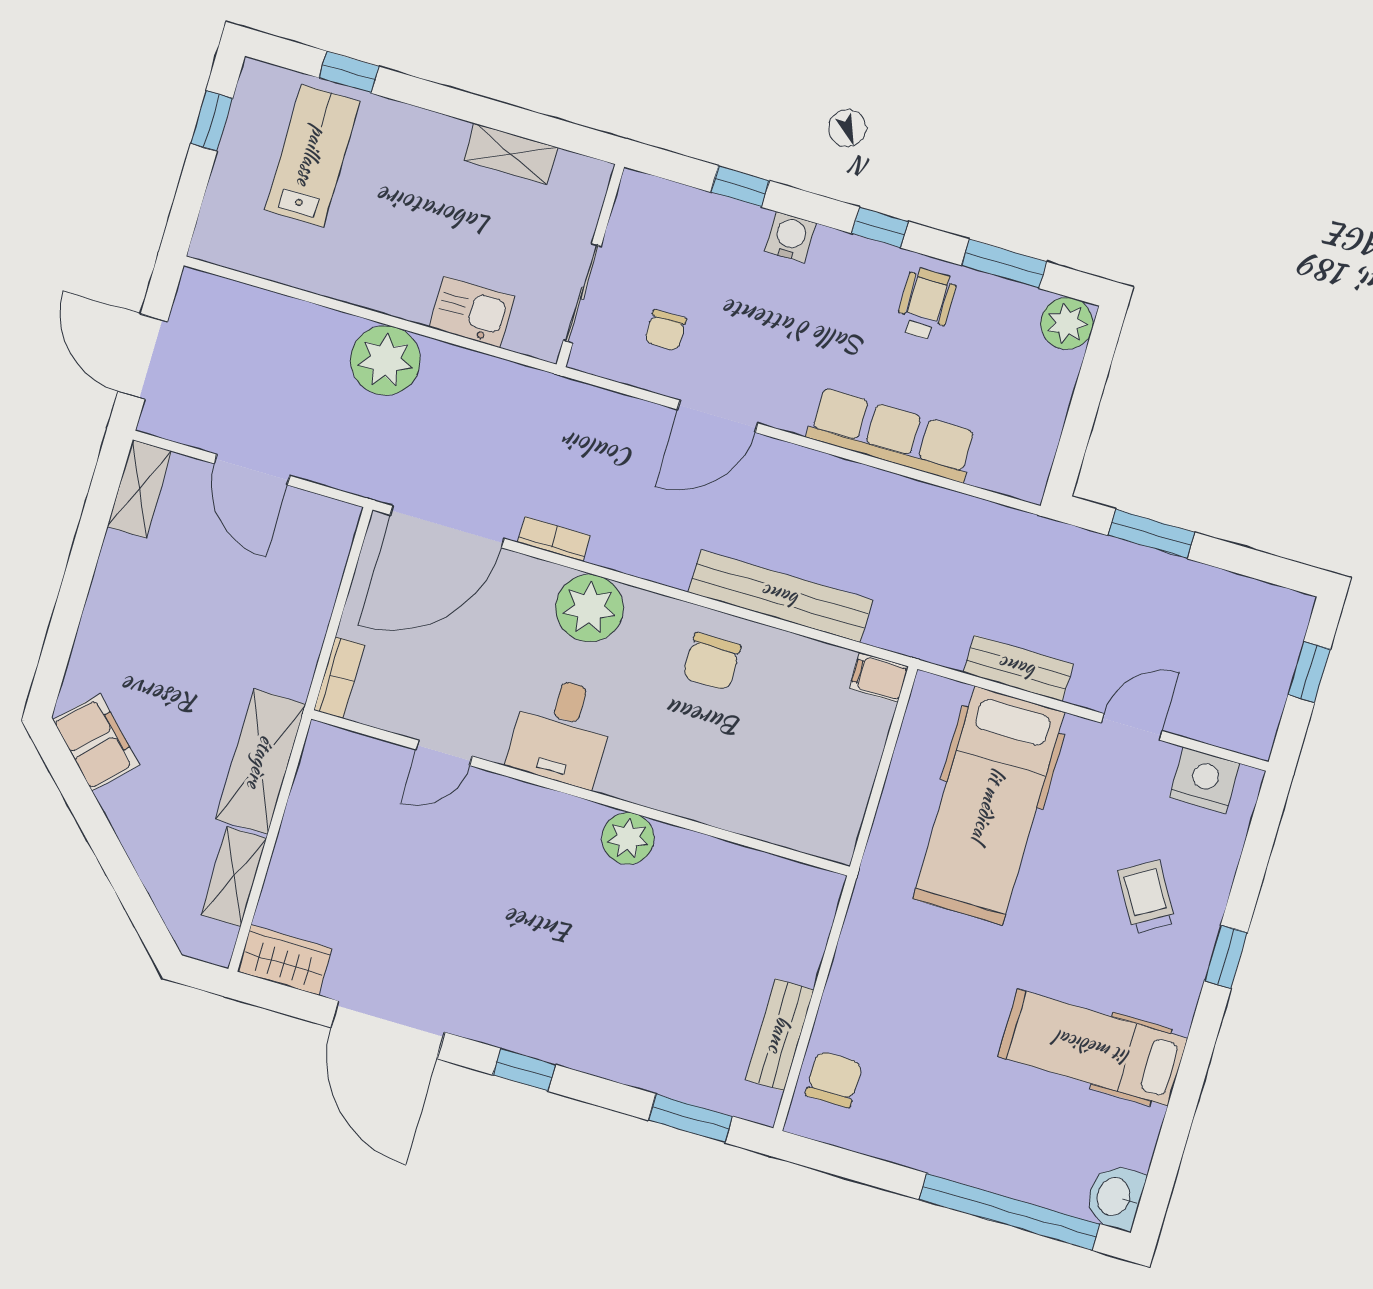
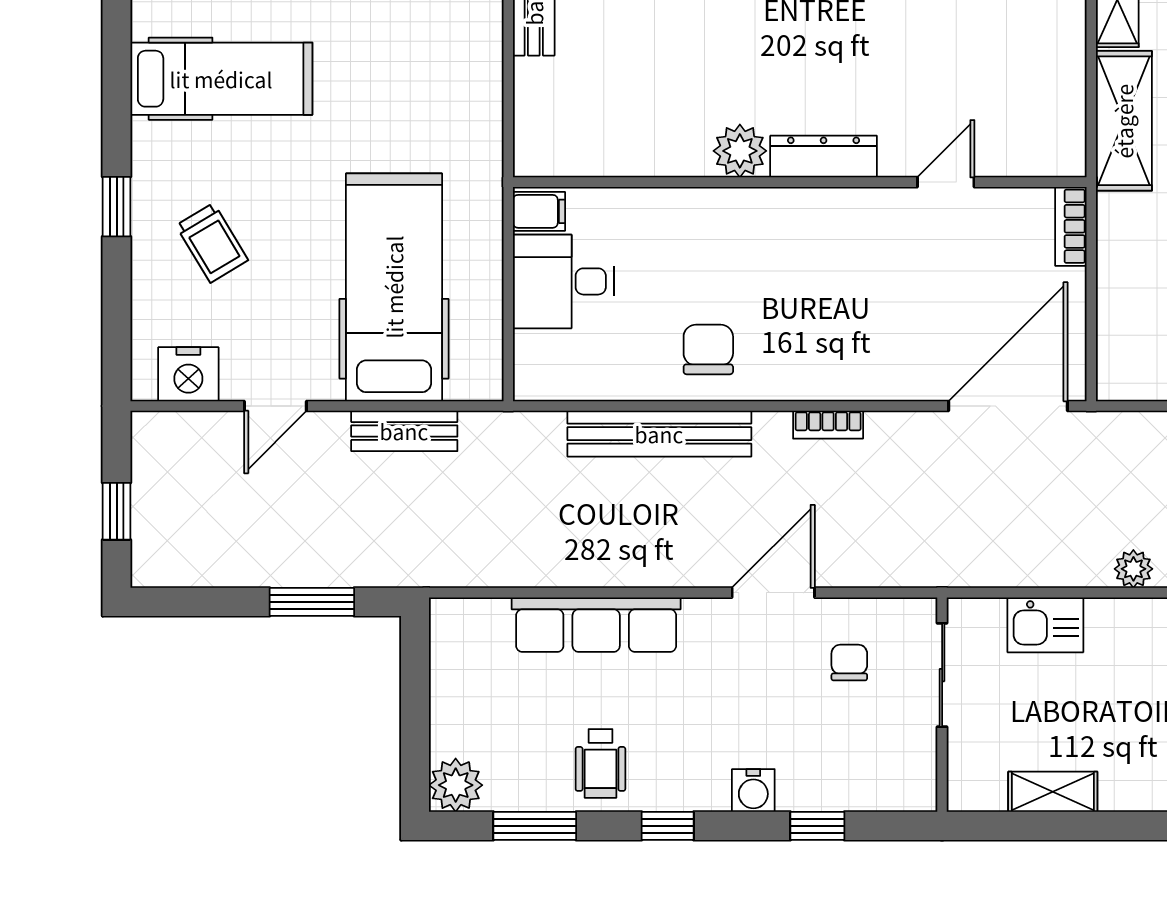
plant: (385, 360) -> (1133, 569), width x0.53, depth x0.53
bookcase: (554, 539) -> (828, 425), moved
plant: (589, 608) -> (844, 367), removed
filing cabinet: (879, 677) -> (539, 211), moved
desk: (562, 731) -> (563, 281), moved, turned -90
dresser: (551, 810) -> (824, 157), added

